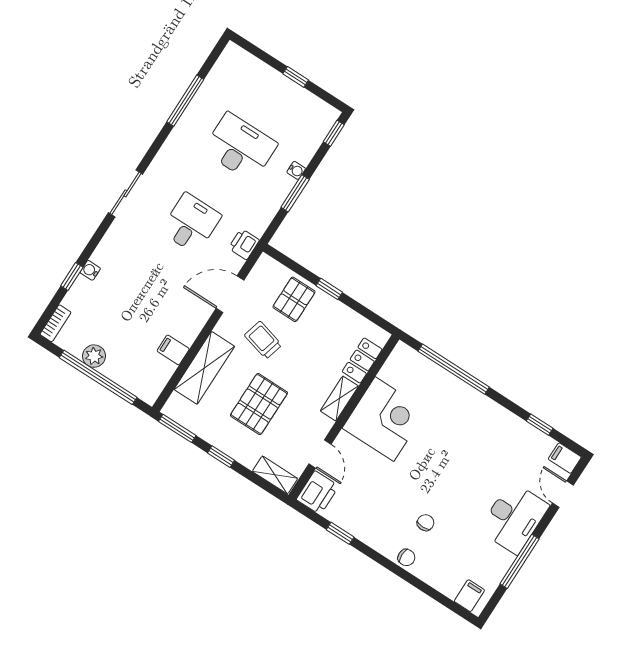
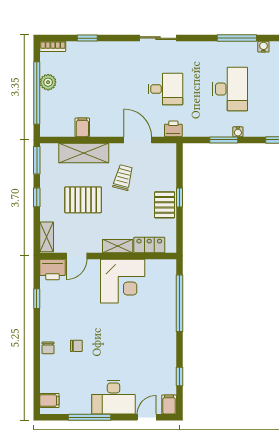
water cooler: (90, 270) -> (263, 47), moved
pallet: (294, 299) -> (165, 205), moved, turned 90

